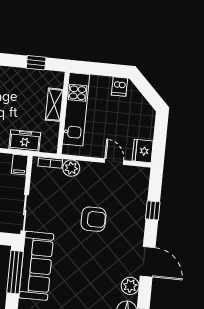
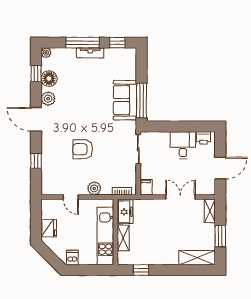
freezer: (25, 141) -> (125, 212), moved, turned -90
fridge: (143, 151) -> (49, 228), moved
plant: (71, 168) -> (94, 188), moved
sofa: (36, 266) -> (125, 100), width x0.73

